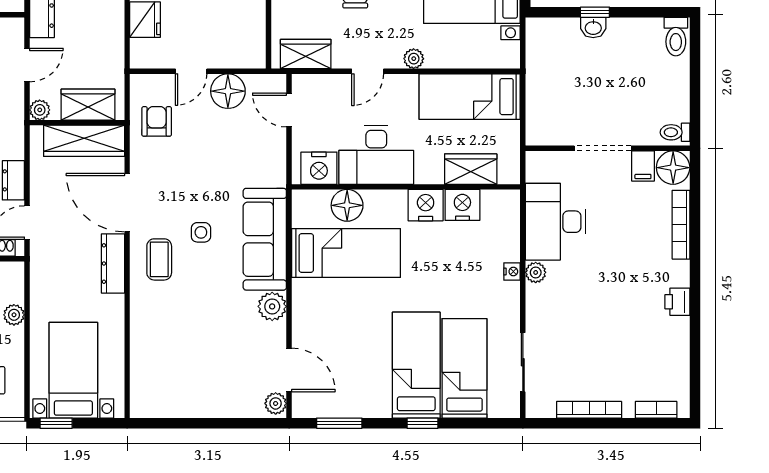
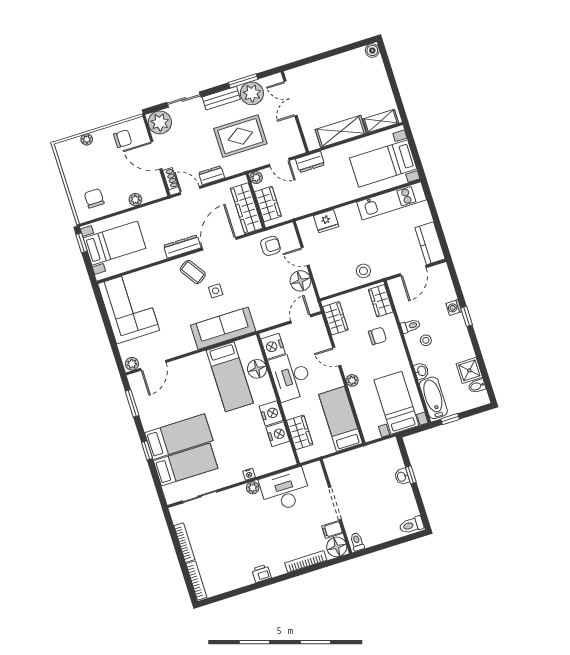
coffee table: (159, 259) -> (193, 272), turned 56
plant: (272, 306) -> (186, 344), removed
corner sofa: (183, 380) -> (129, 307), added
bookcase: (656, 410) -> (196, 581), width x1.56

